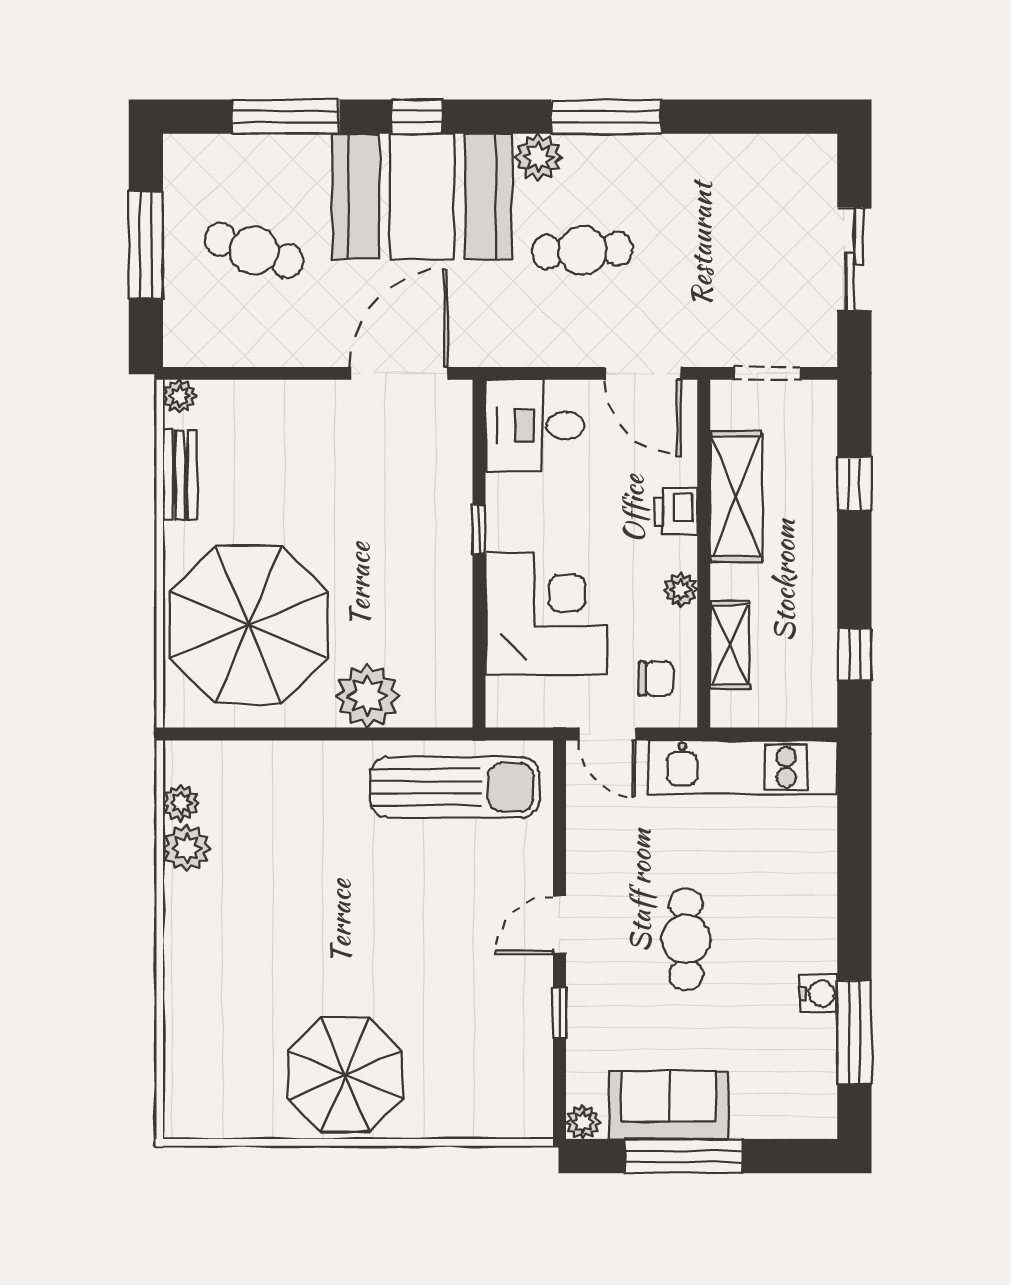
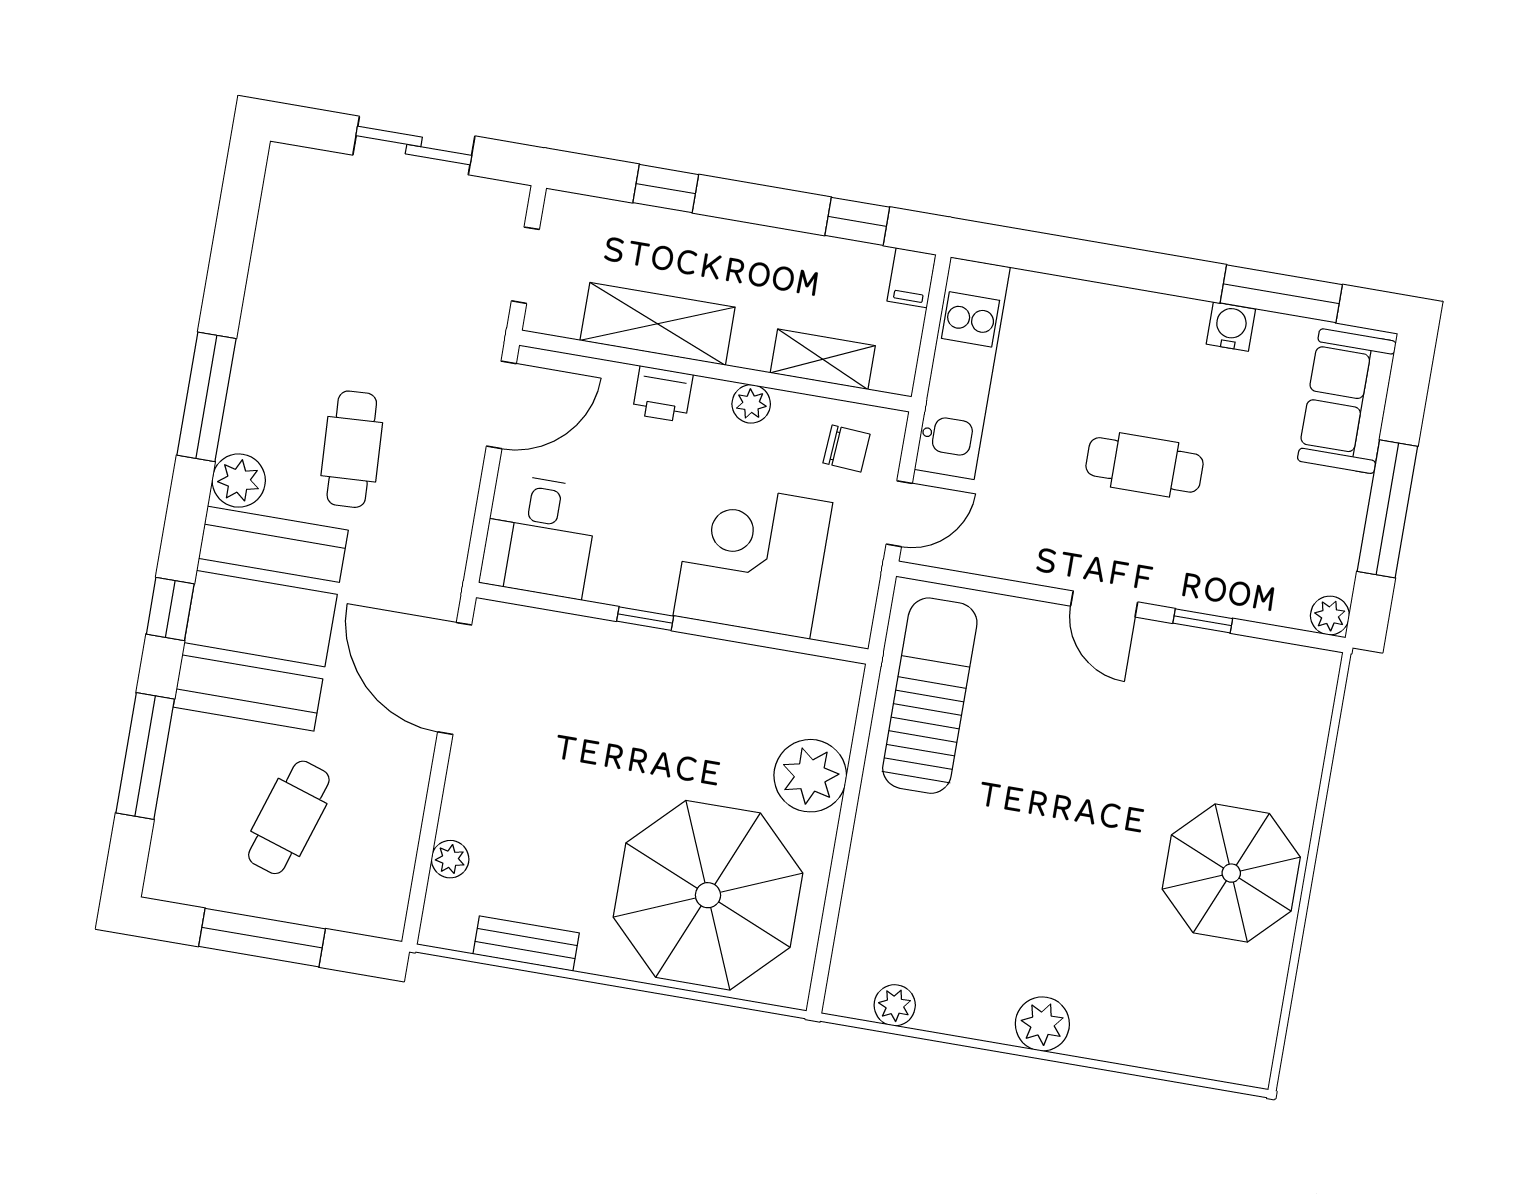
plant: (179, 396) -> (450, 859), moved
chair: (656, 679) -> (846, 449), turned 94
filing cabinet: (814, 710) -> (912, 278), added
plant: (187, 848) -> (1042, 1024), moved
sofa: (669, 1105) -> (1347, 401), moved

